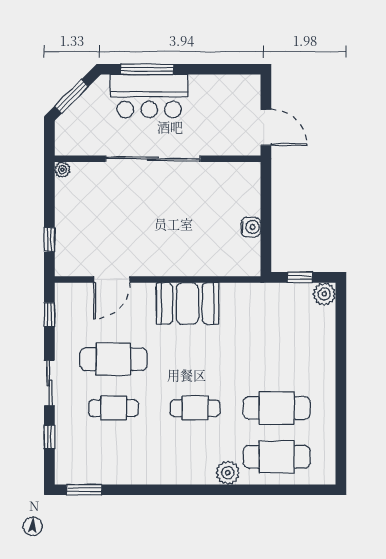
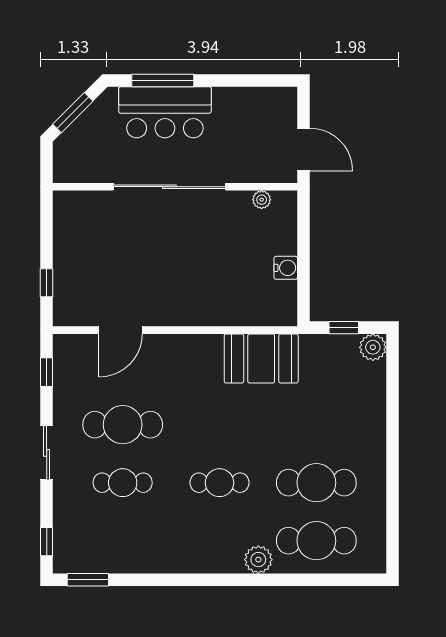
plant: (62, 170) -> (262, 200), moved
booth: (187, 303) -> (261, 358), moved
window: (49, 437) -> (47, 542), moved

